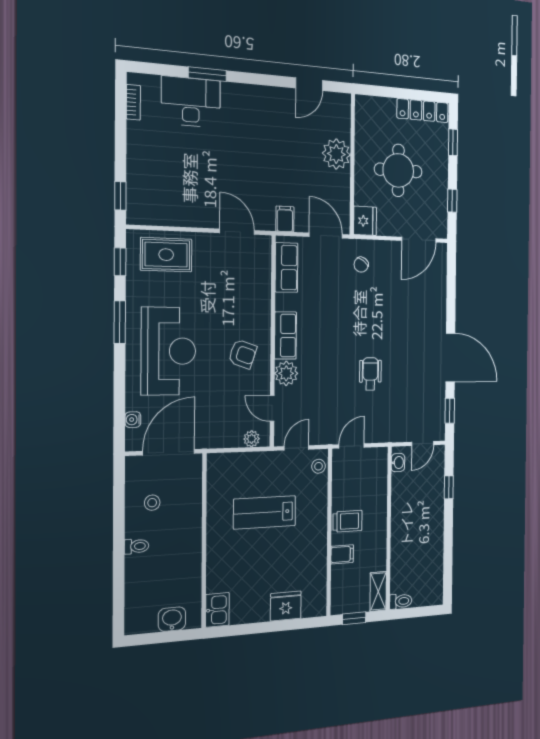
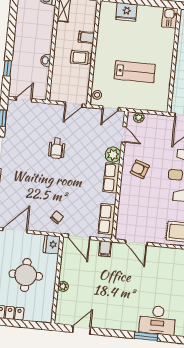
plant: (336, 154) -> (63, 286), width x0.53, depth x0.53
washbasin: (398, 463) -> (46, 60), moved

